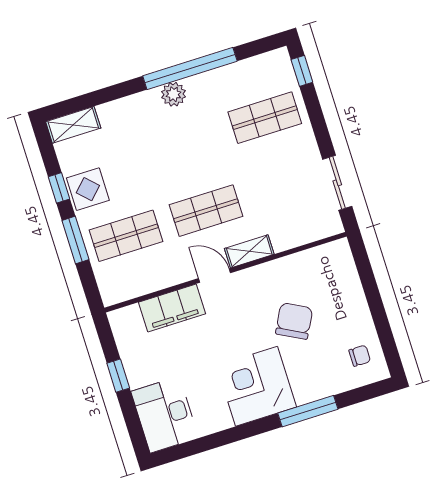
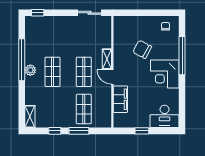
shop shelf: (265, 118) -> (52, 72), moved
display table: (88, 189) -> (59, 119), removed
door: (215, 276) -> (112, 77), hinge flipped
window: (308, 411) -> (182, 56), width x1.46

